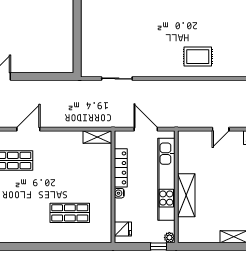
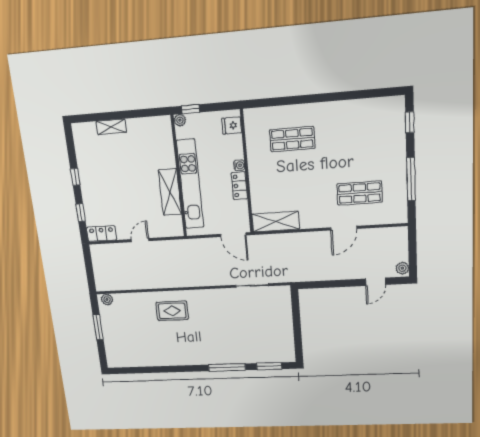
door: (146, 129) -> (233, 235), moved
shelving: (97, 137) -> (276, 222), width x1.50, depth x1.33
locker: (121, 168) -> (239, 186), width x0.66
shelving: (186, 195) -> (170, 192), moved

